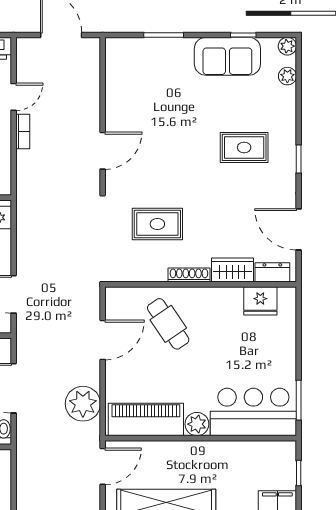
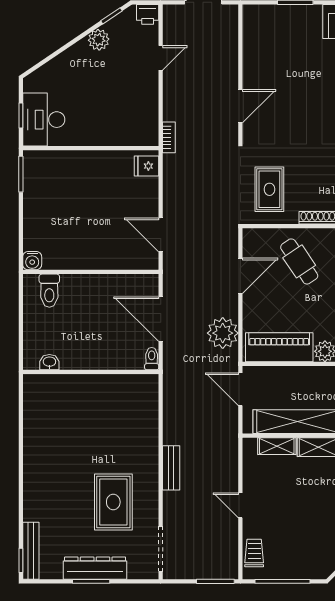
bookcase: (23, 132) -> (169, 137), moved
rug: (157, 224) -> (269, 189), moved, turned 90
door: (103, 466) -> (240, 389), swing flipped

